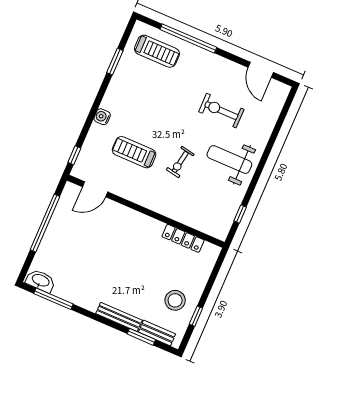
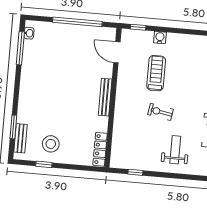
water cooler: (102, 117) -> (160, 38), moved
weight bench: (229, 160) -> (175, 150), width x0.73, depth x0.75
locker: (183, 238) -> (100, 149), moved
washbasin: (40, 281) -> (29, 33), width x0.52, depth x0.69
bench: (119, 317) -> (105, 97), moved

